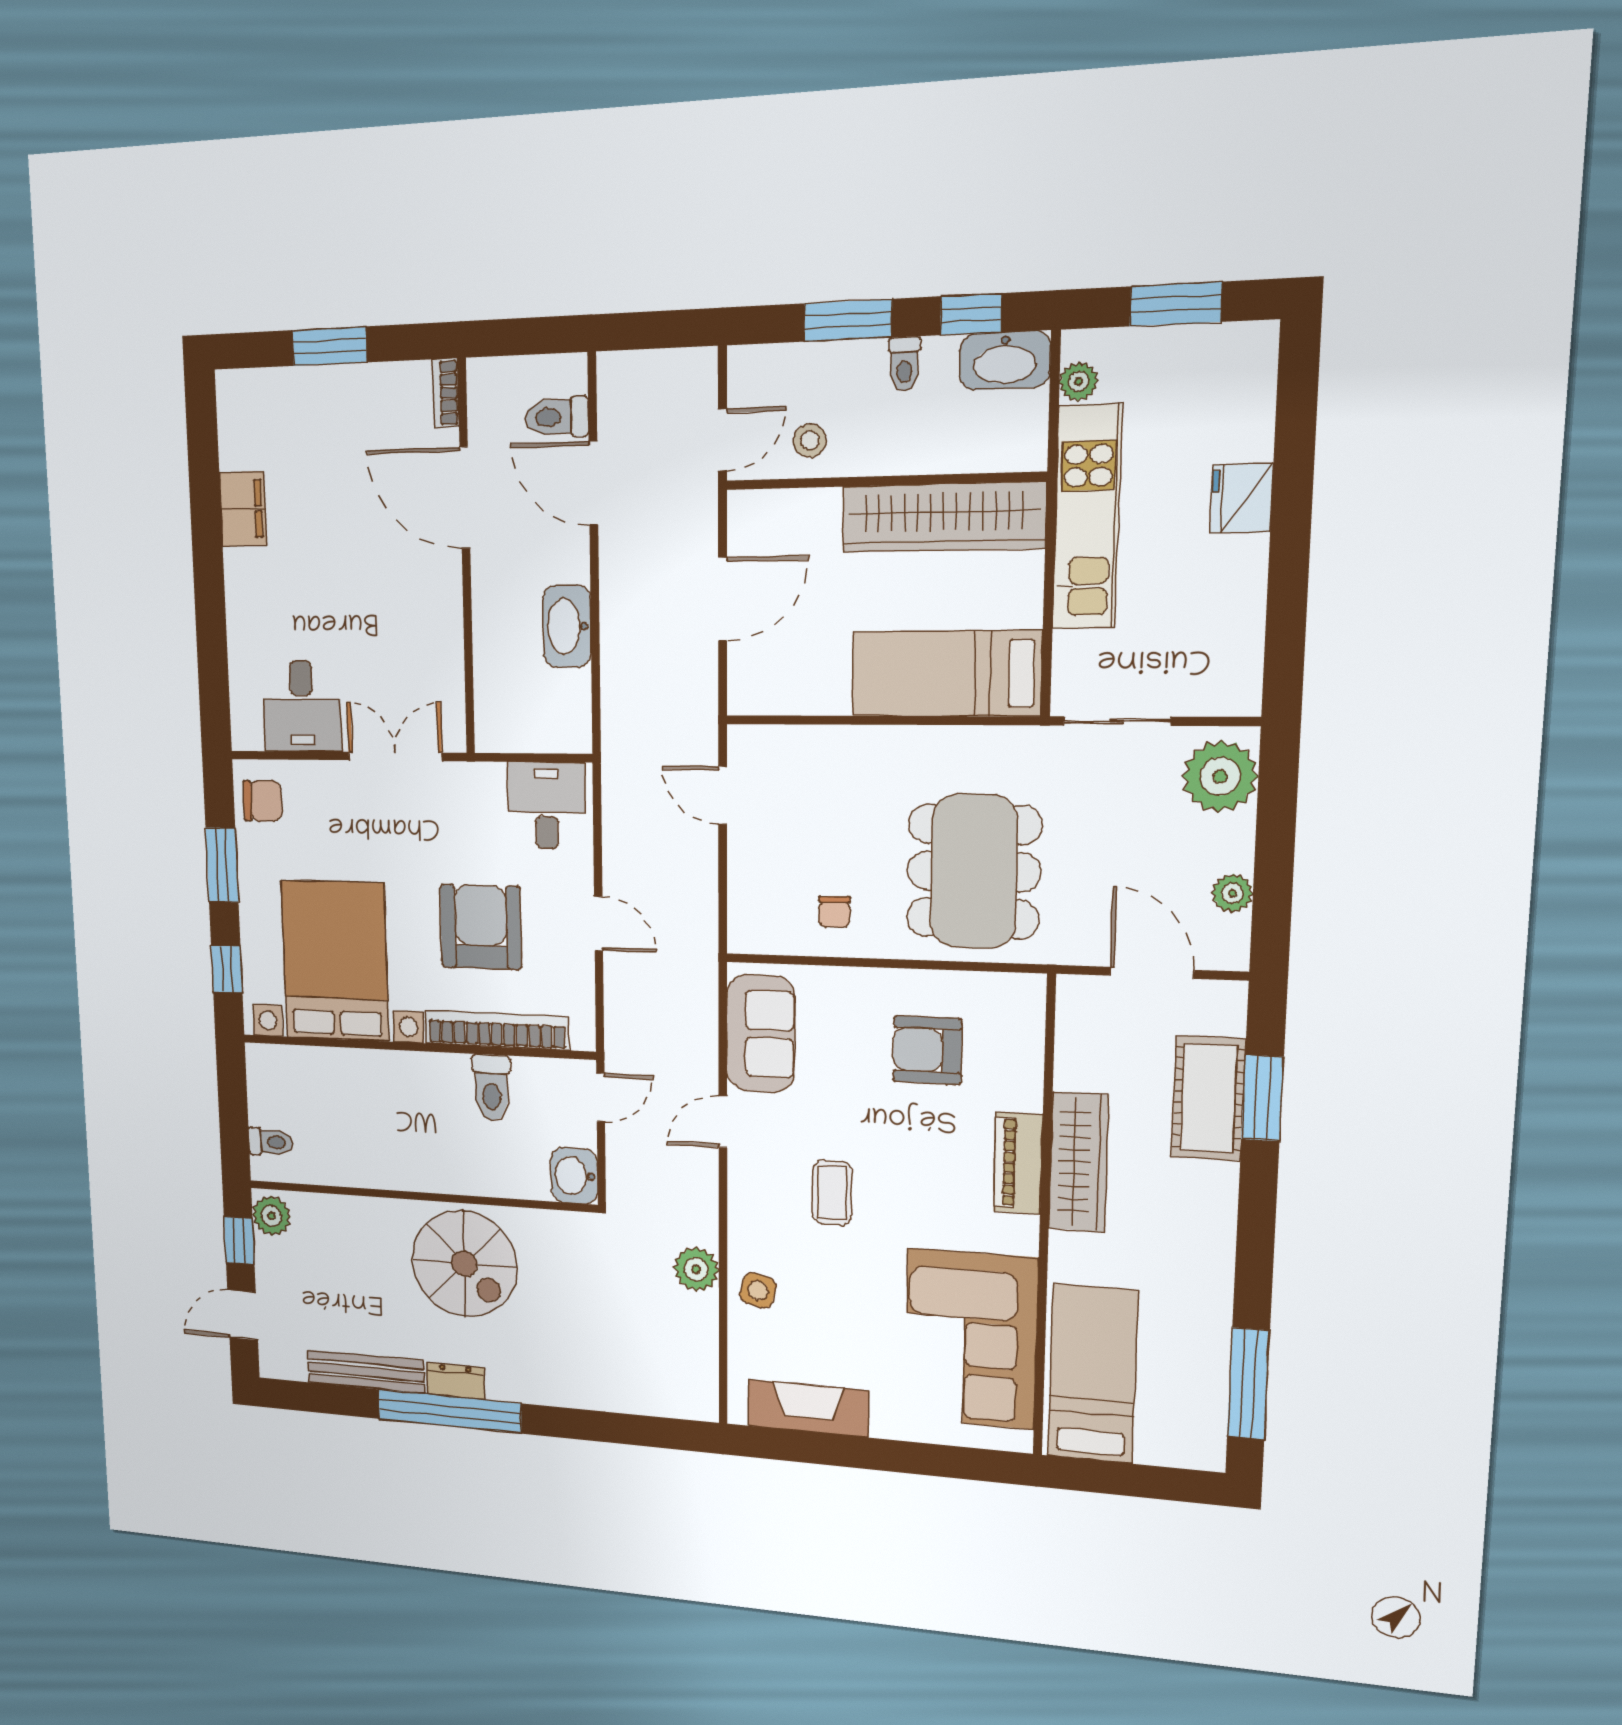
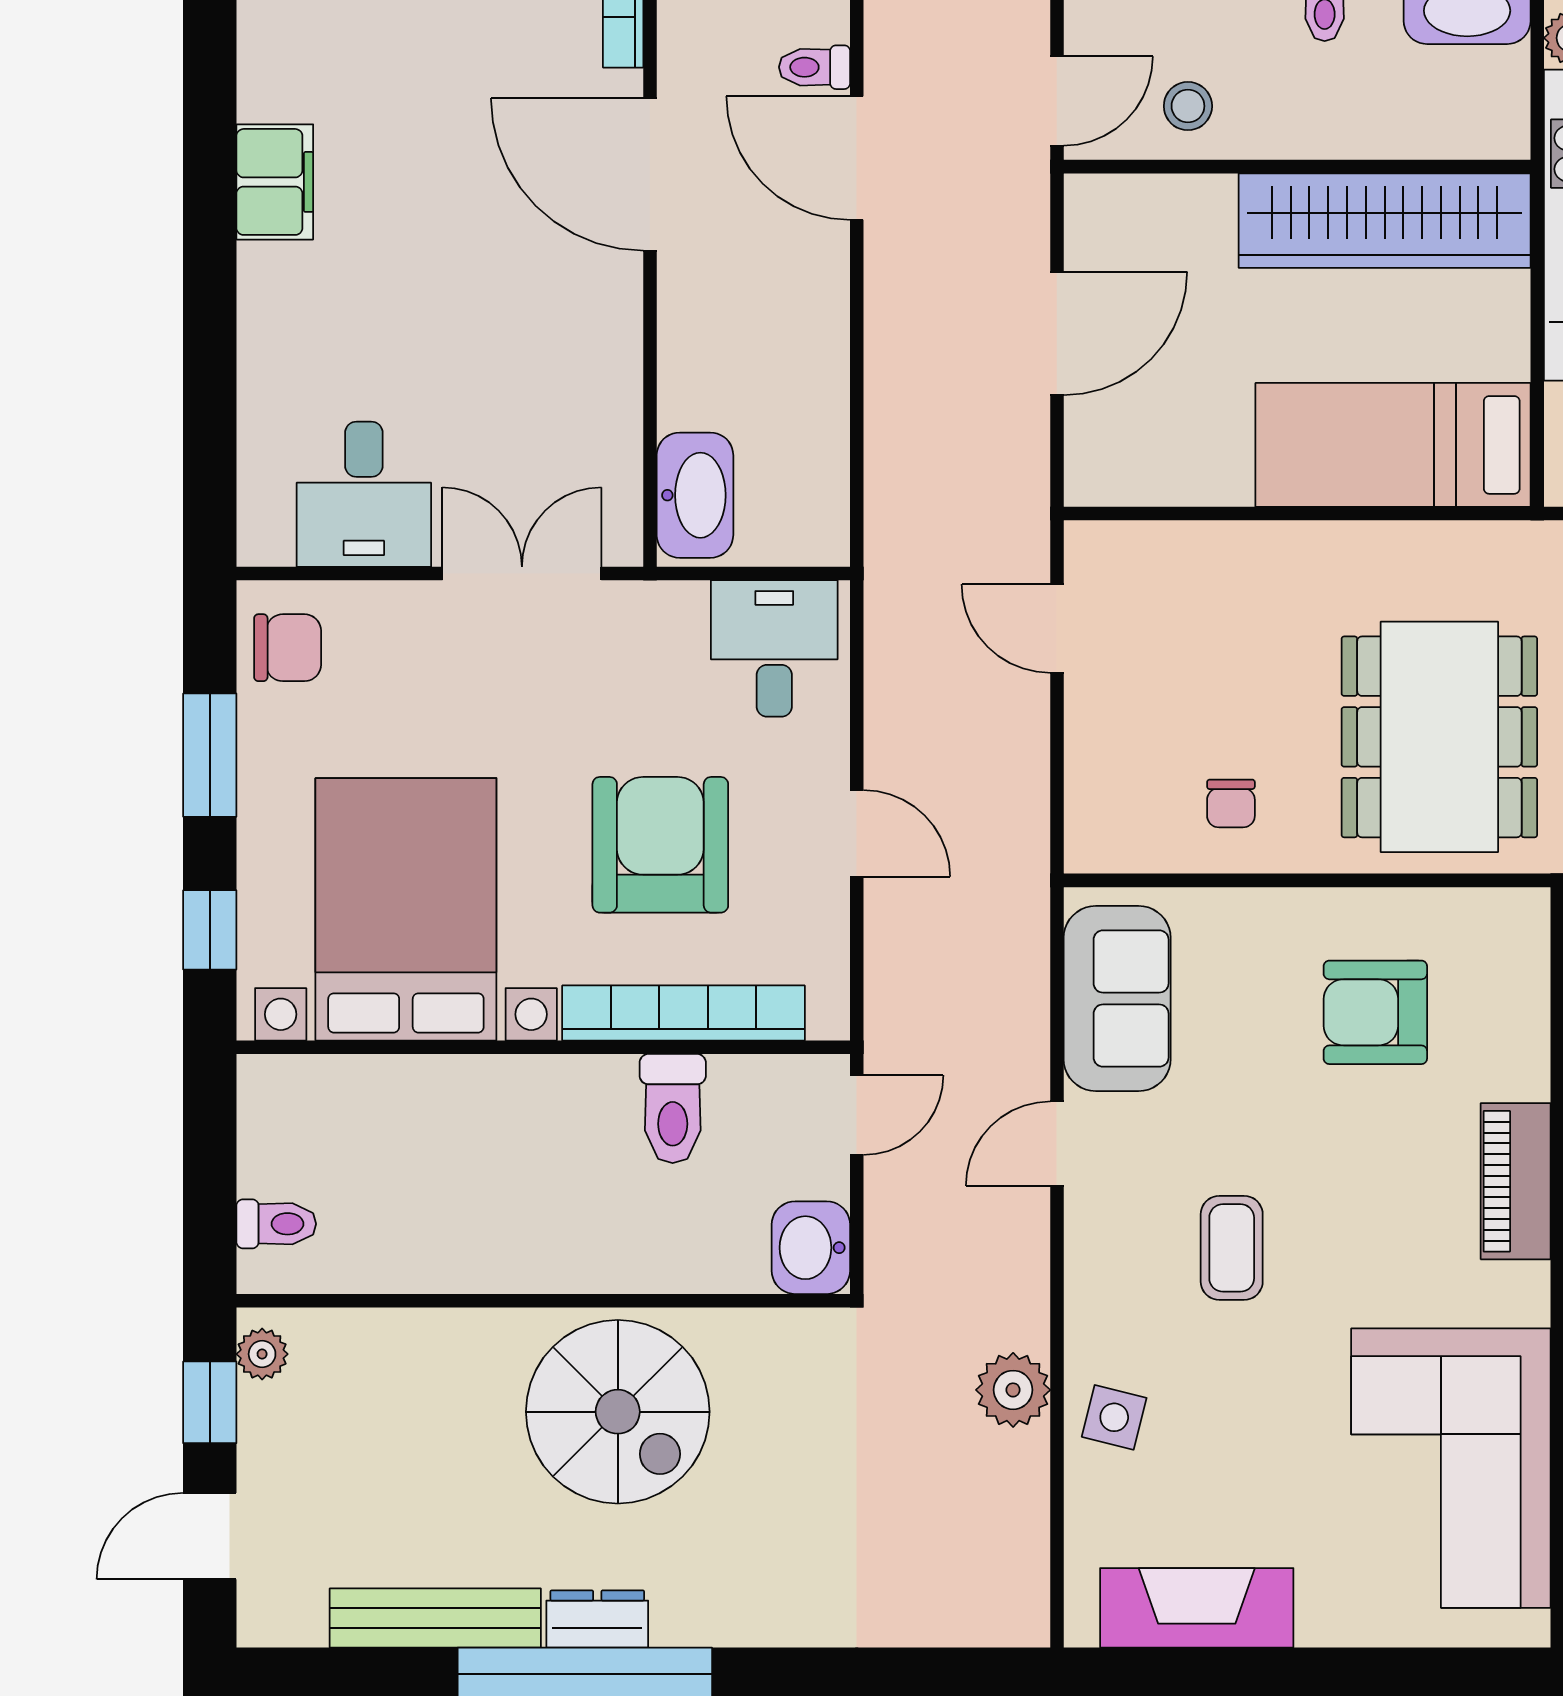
toilet: (557, 417) -> (814, 67), width x0.73, depth x0.72
washbasin: (567, 626) -> (695, 495), moved, turned 180
plant: (271, 1216) -> (262, 1354), width x0.73, depth x0.73

